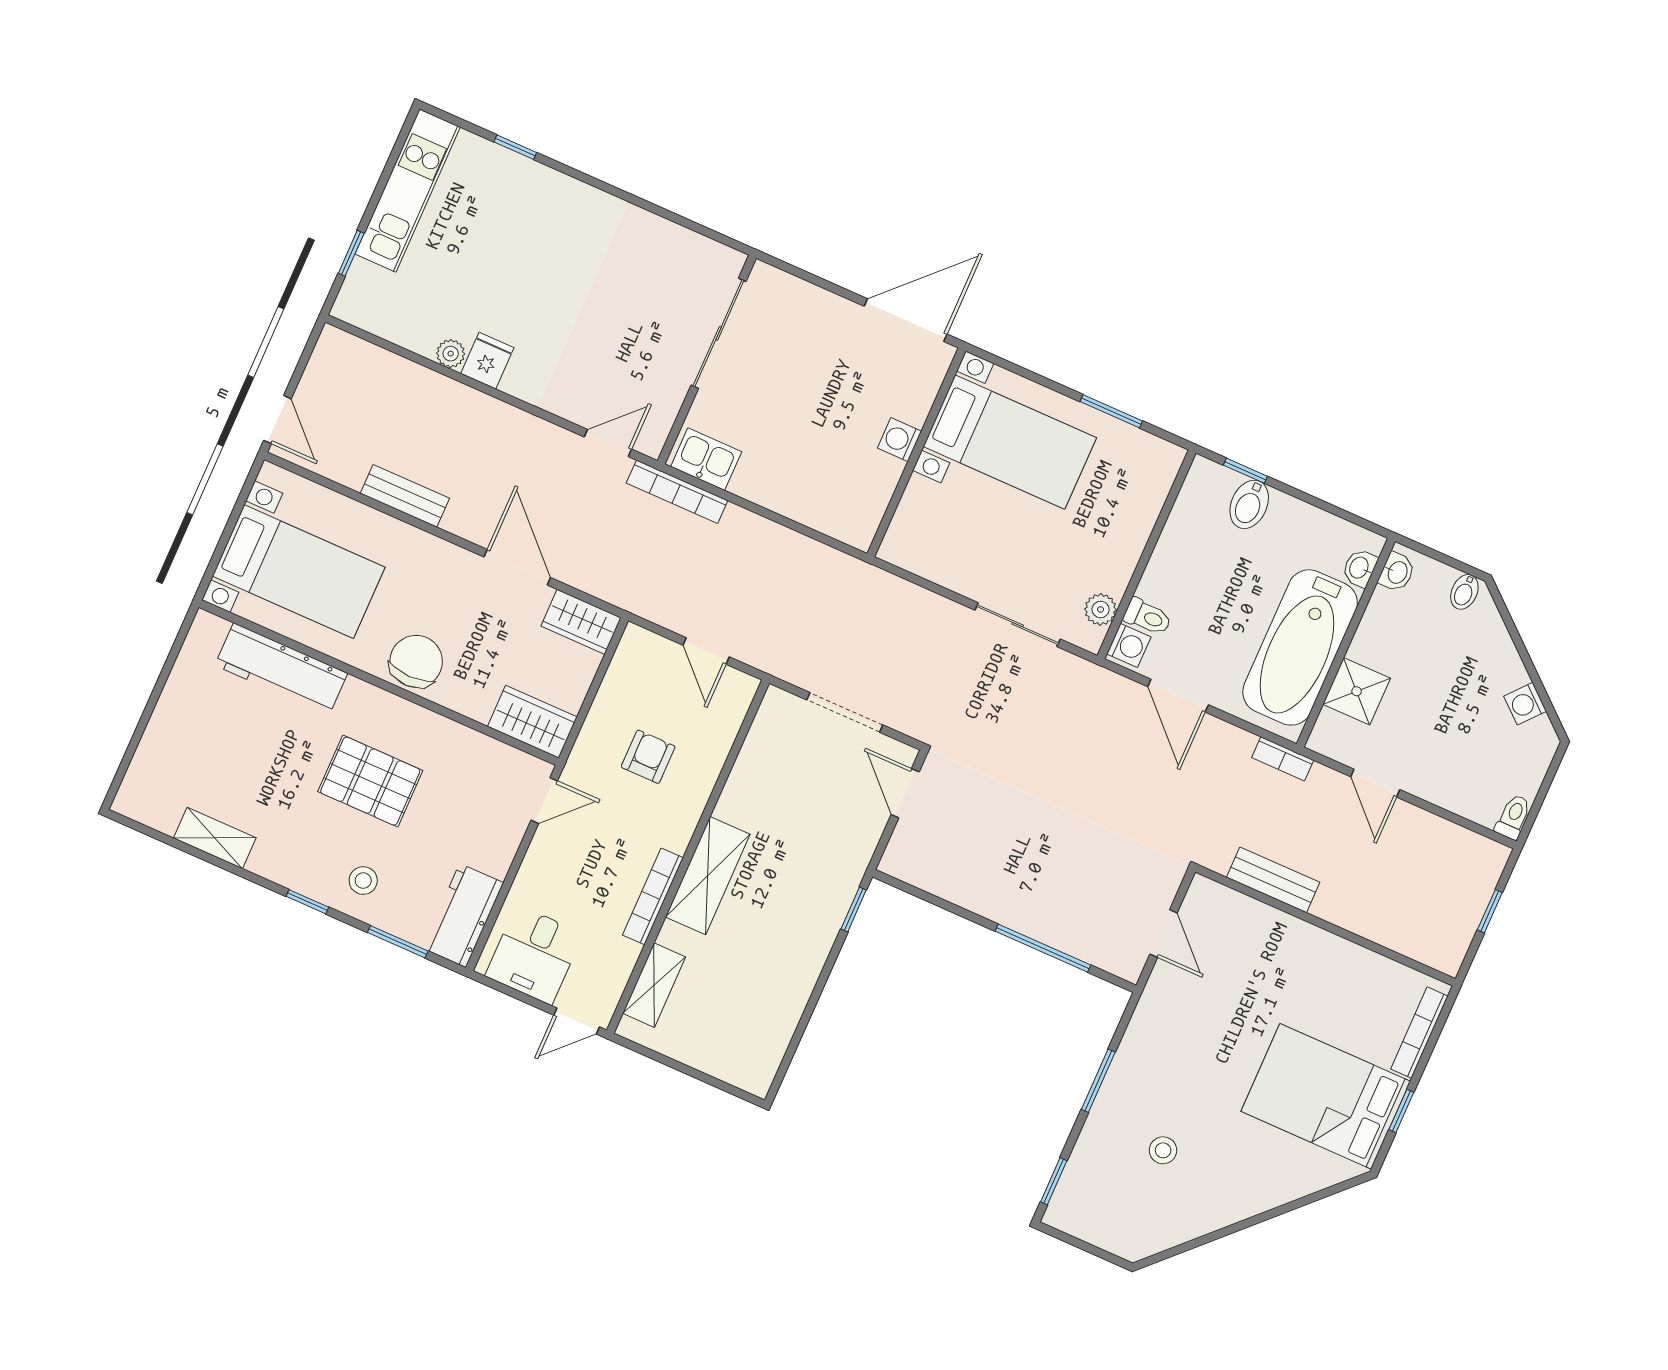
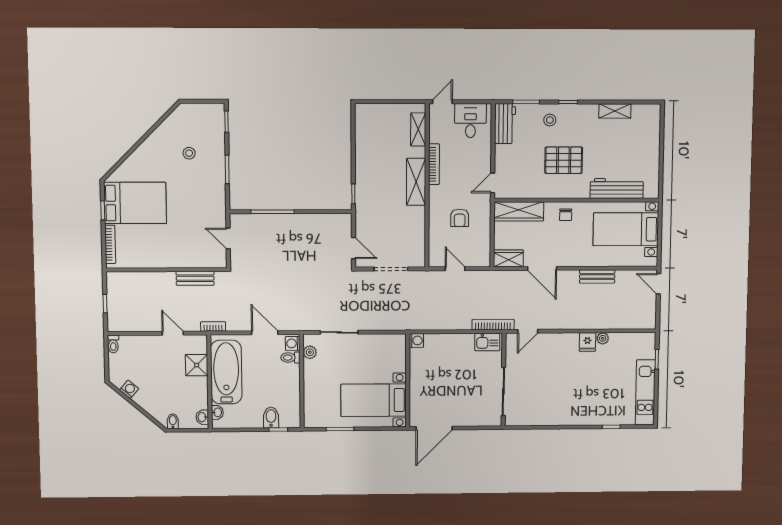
washing machine: (899, 440) -> (416, 340), moved
chair: (416, 661) -> (566, 215), width x0.54, depth x0.54
wardrobe: (532, 722) -> (519, 211), width x1.50

